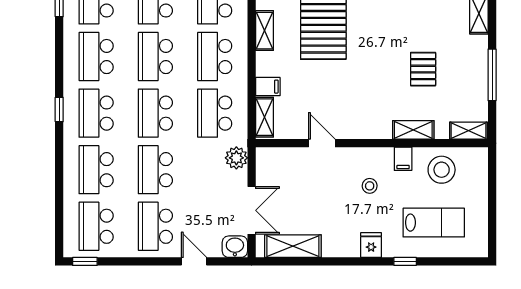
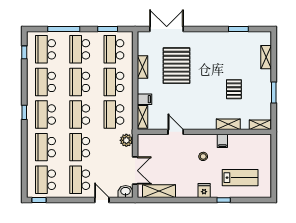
window: (492, 75) -> (274, 92), width x0.69
stool: (442, 170) -> (245, 147), removed

